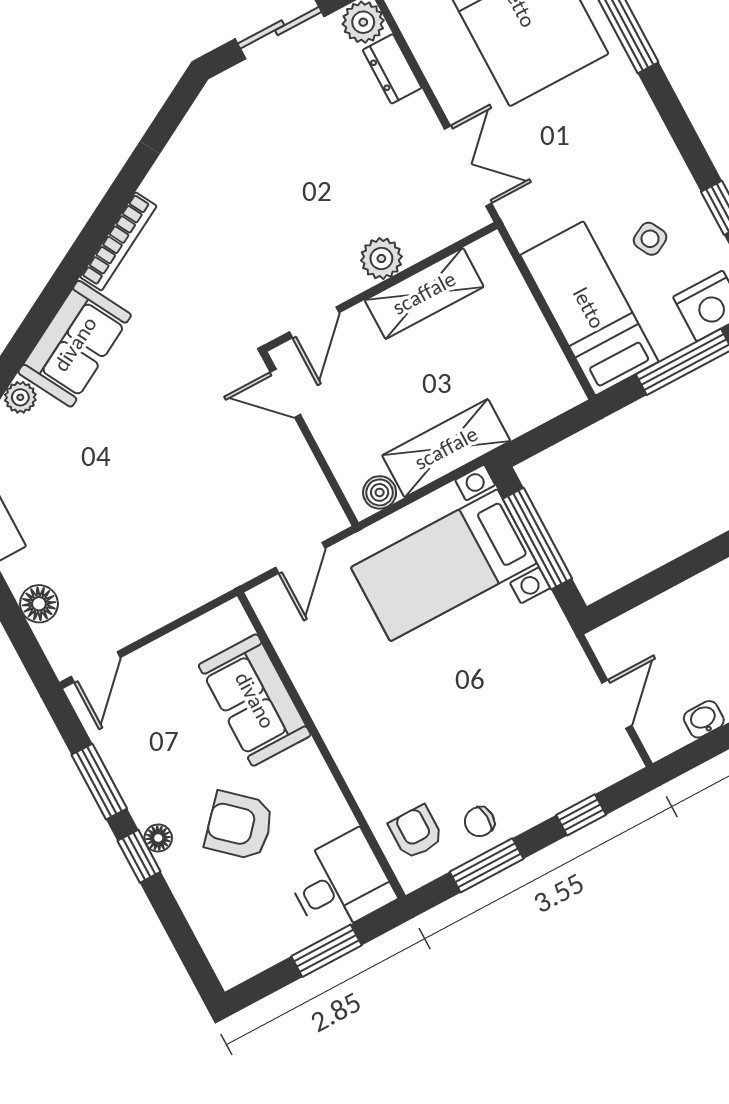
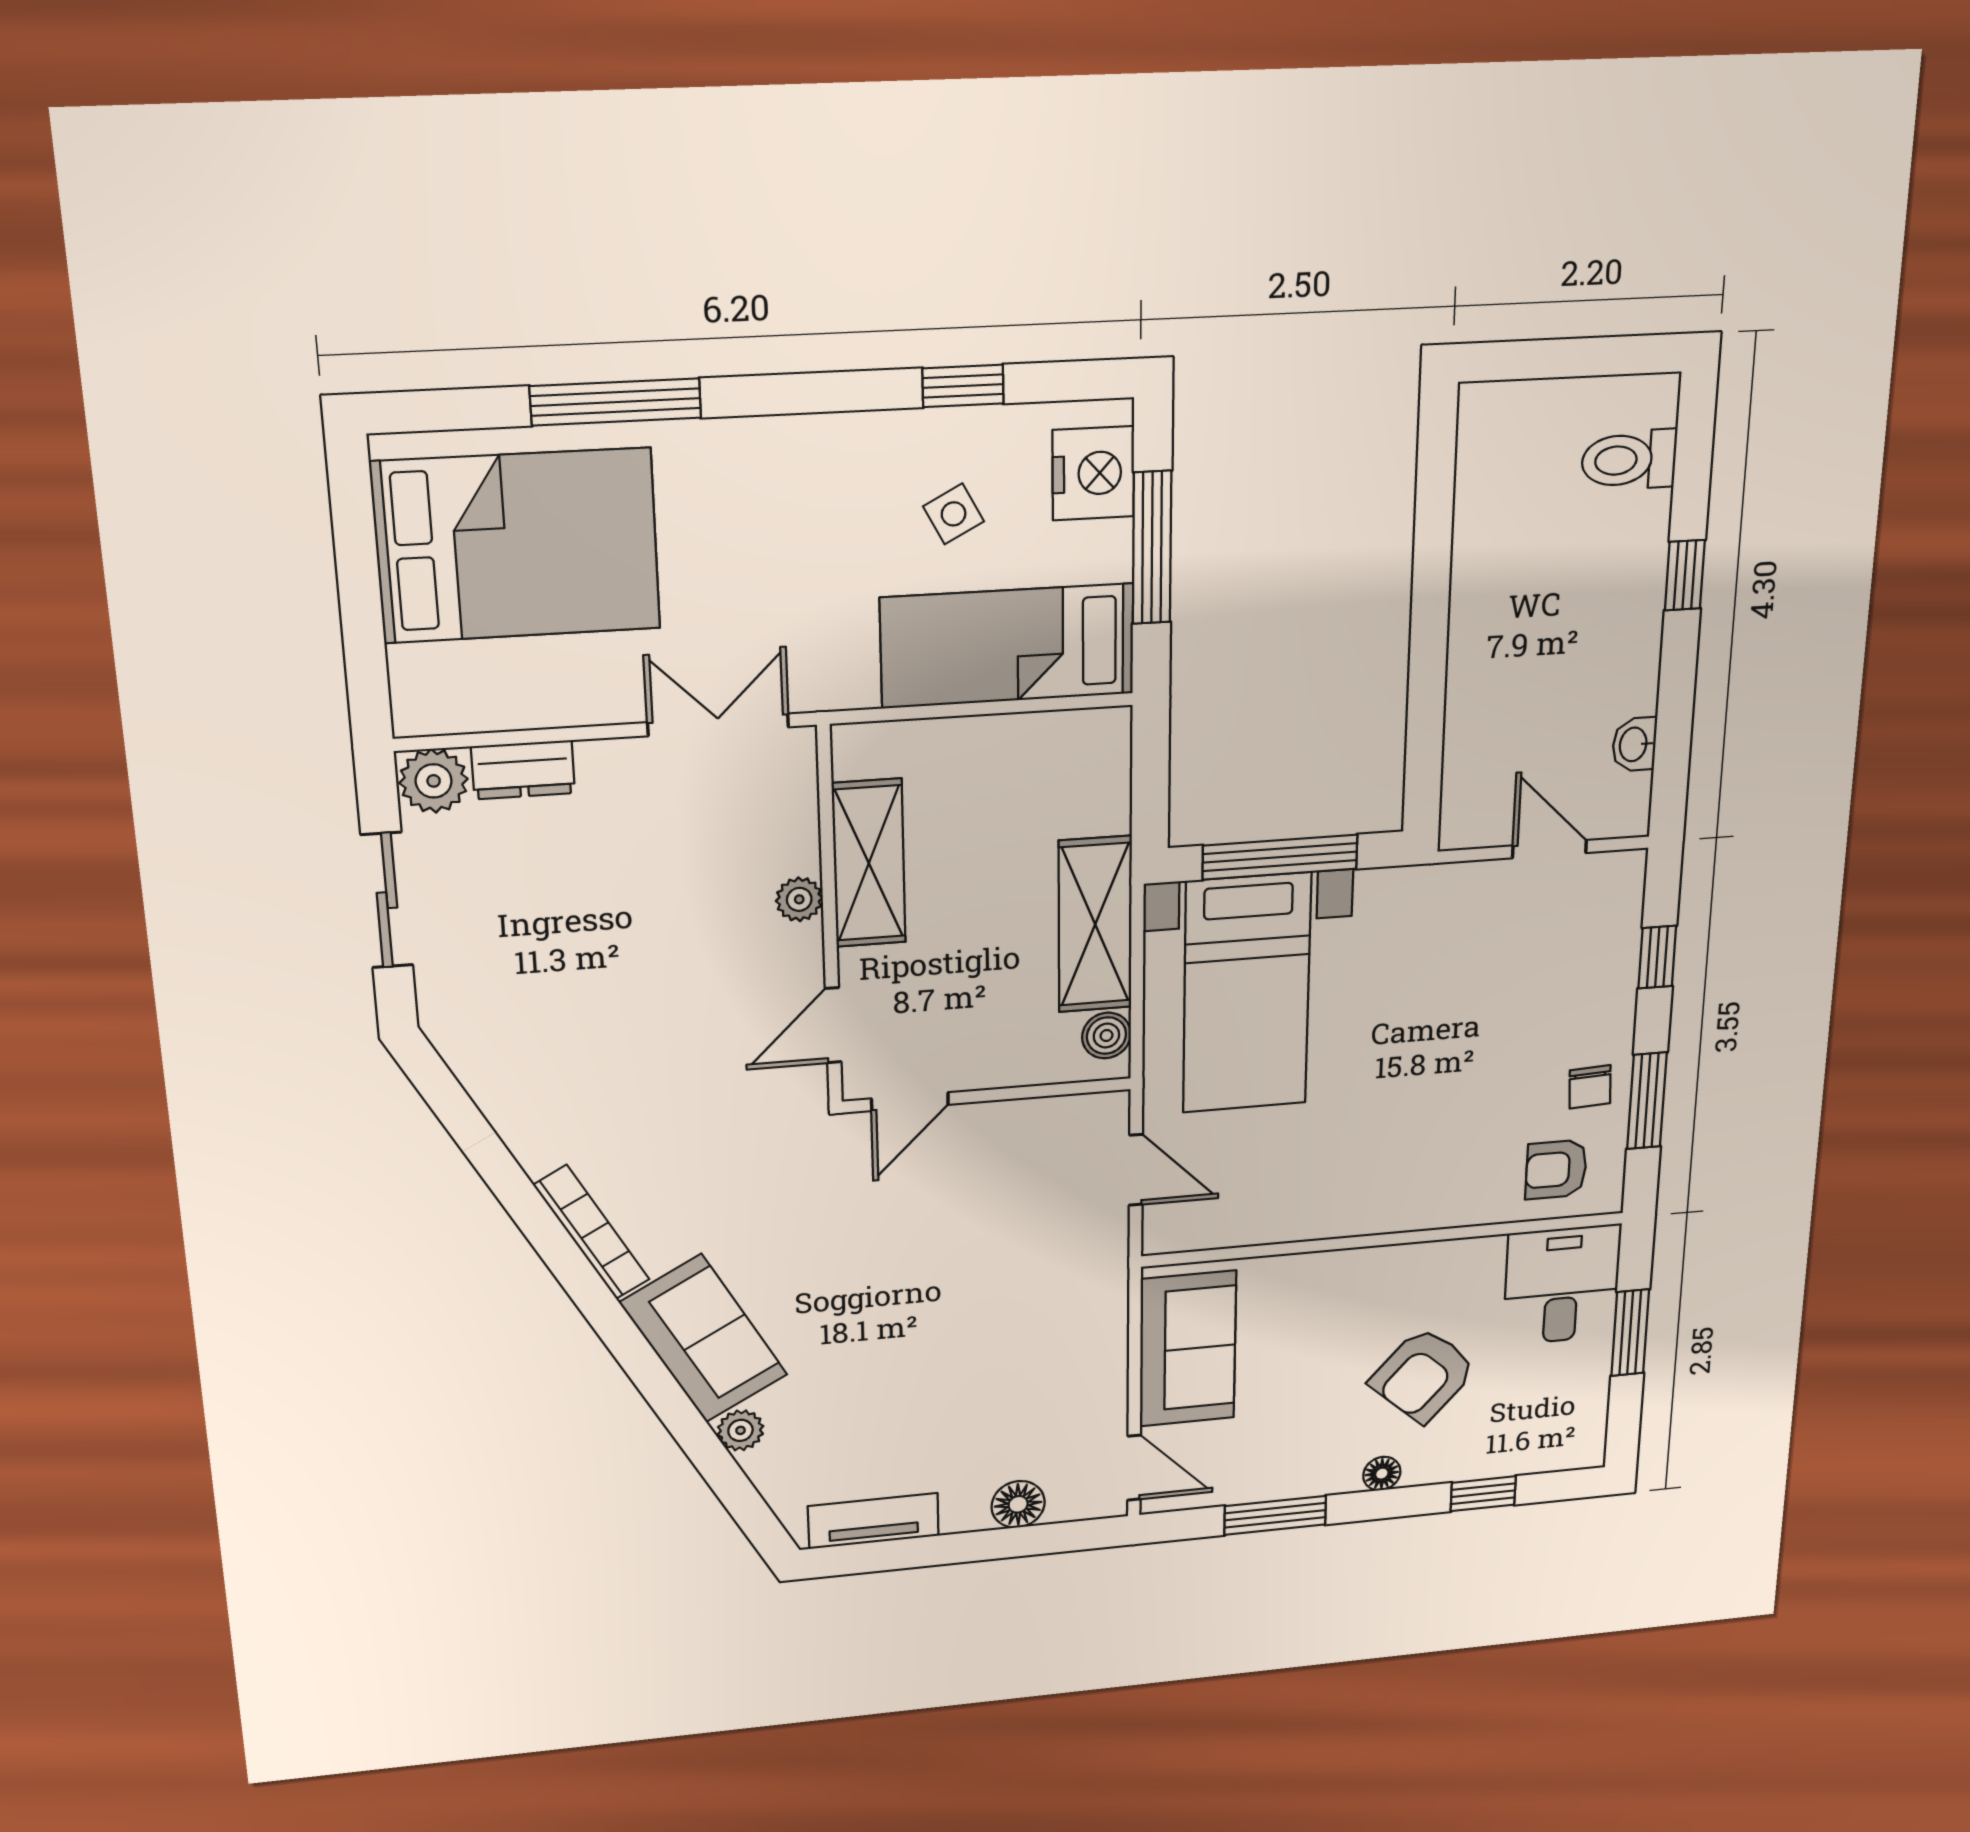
plant: (381, 259) -> (799, 899), width x0.73, depth x0.73
door: (314, 322) -> (833, 1025), swing flipped
sofa: (255, 700) -> (1188, 1349), moved, turned -90
window: (139, 856) -> (1483, 1494), moved

